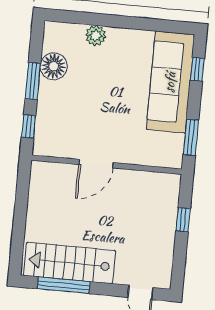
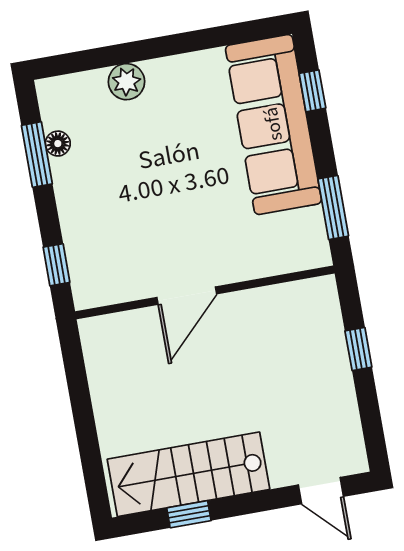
floor lamp: (54, 66) -> (58, 144), width x0.53, depth x0.53
window: (33, 81) -> (37, 155), moved
window: (64, 285) -> (189, 514), width x0.46

